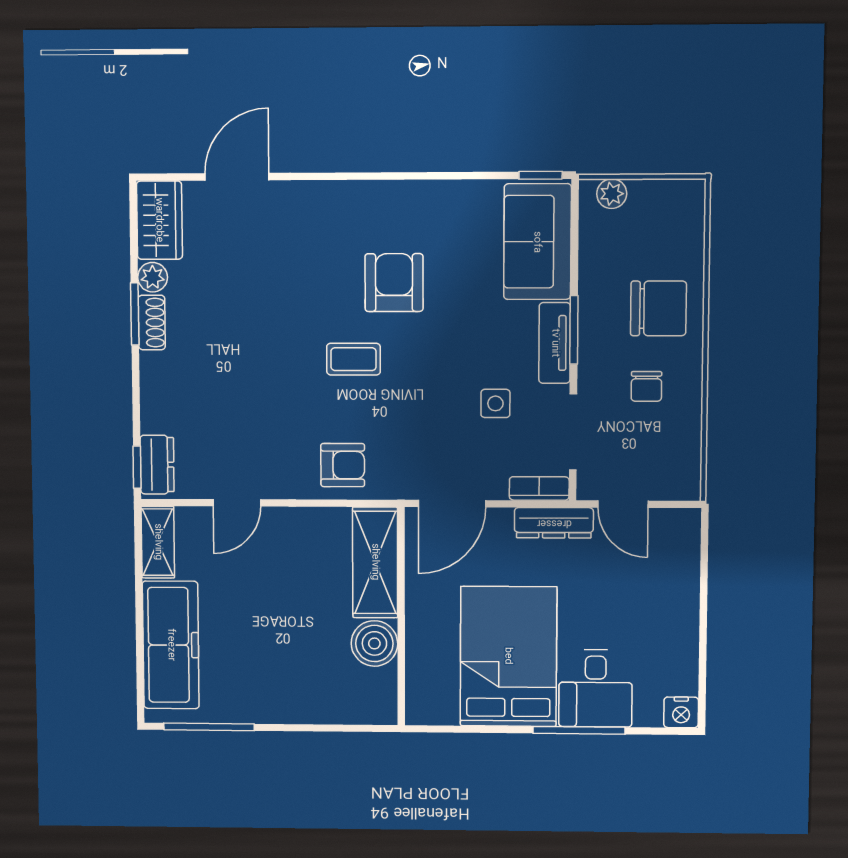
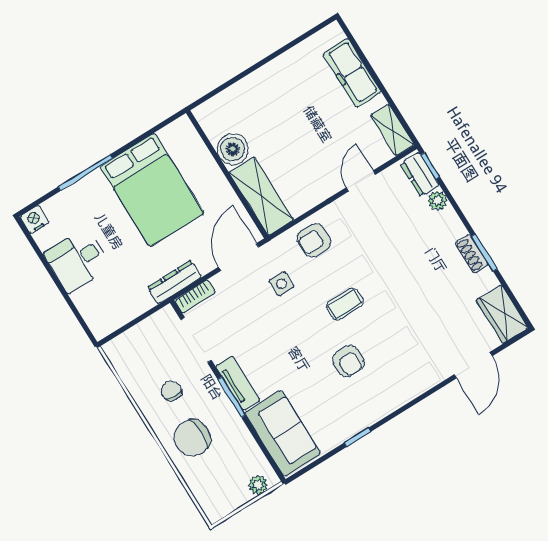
window: (541, 175) -> (357, 437), moved
plant: (153, 277) -> (438, 201), moved
armchair: (394, 283) -> (349, 361), width x0.72, depth x0.72
side table: (495, 403) -> (282, 284), moved
door: (623, 504) -> (142, 317), removed
freezer: (171, 645) -> (352, 73), width x0.73, depth x0.79
desk: (596, 688) -> (78, 261), moved, turned -90
window: (209, 727) -> (297, 41), removed

